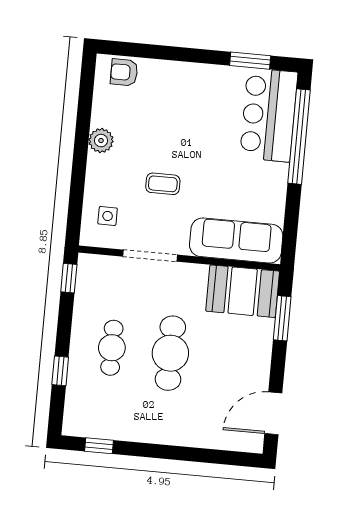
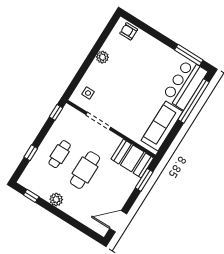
window: (250, 61) -> (189, 55), width x1.44
coffee table: (163, 184) -> (121, 91), removed
sofa: (236, 240) -> (162, 126), moved, turned -90
plant: (146, 430) -> (56, 199), added

